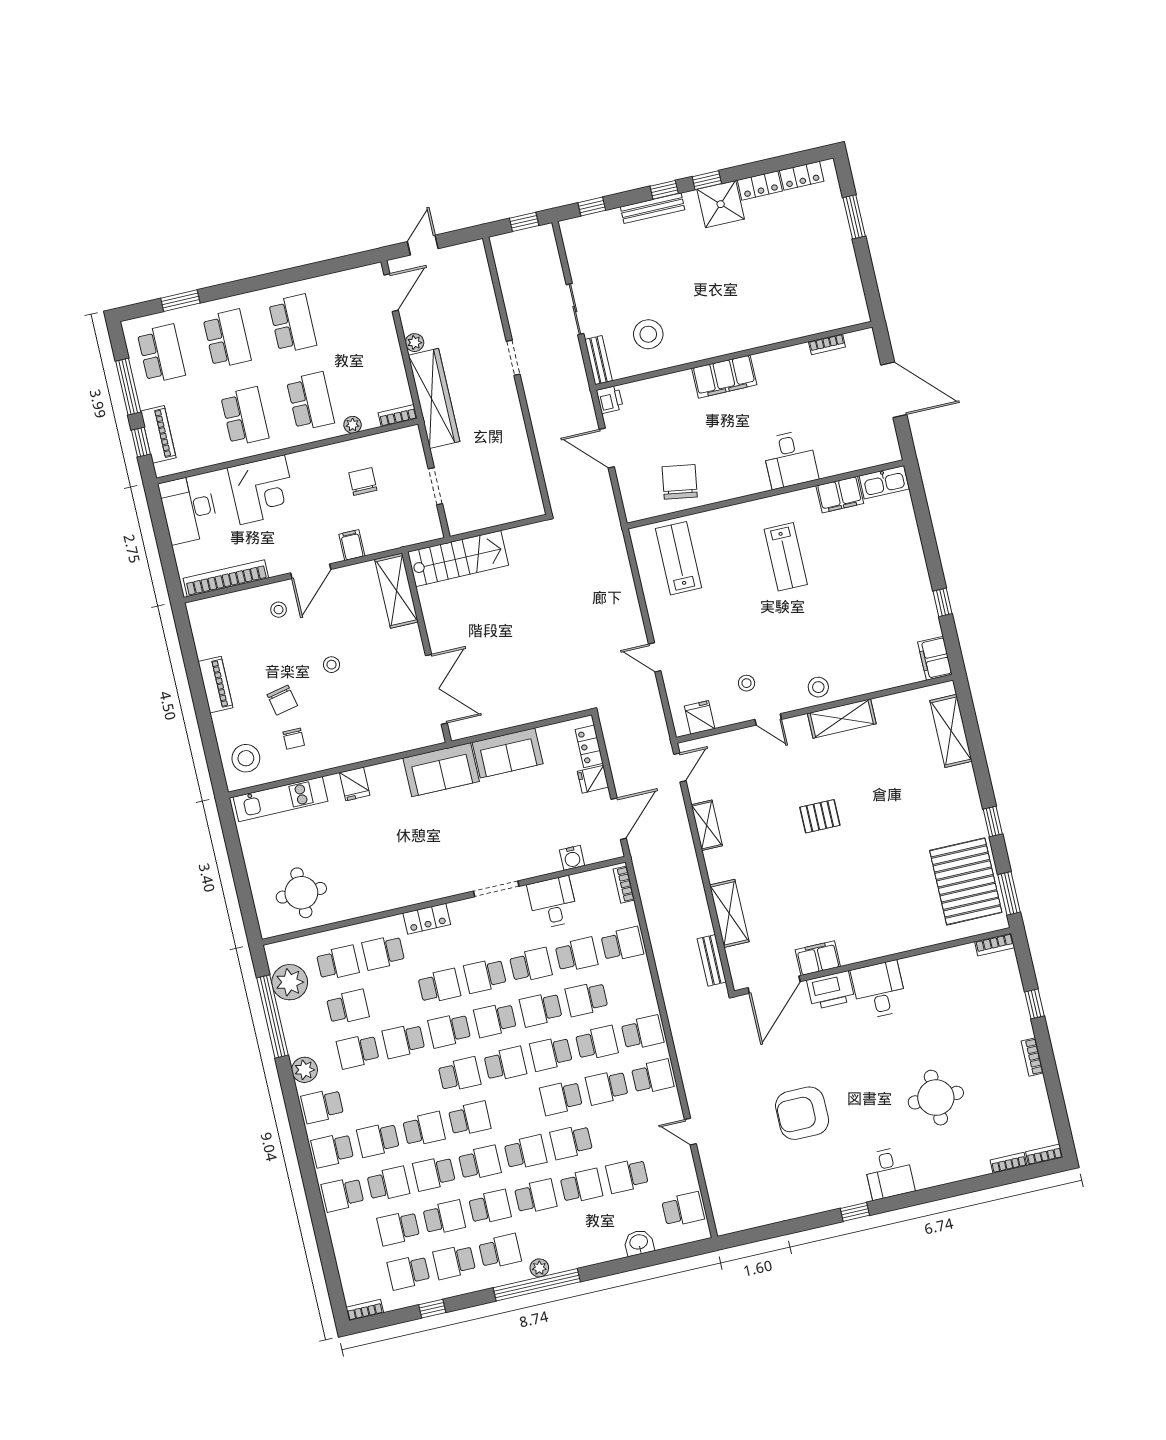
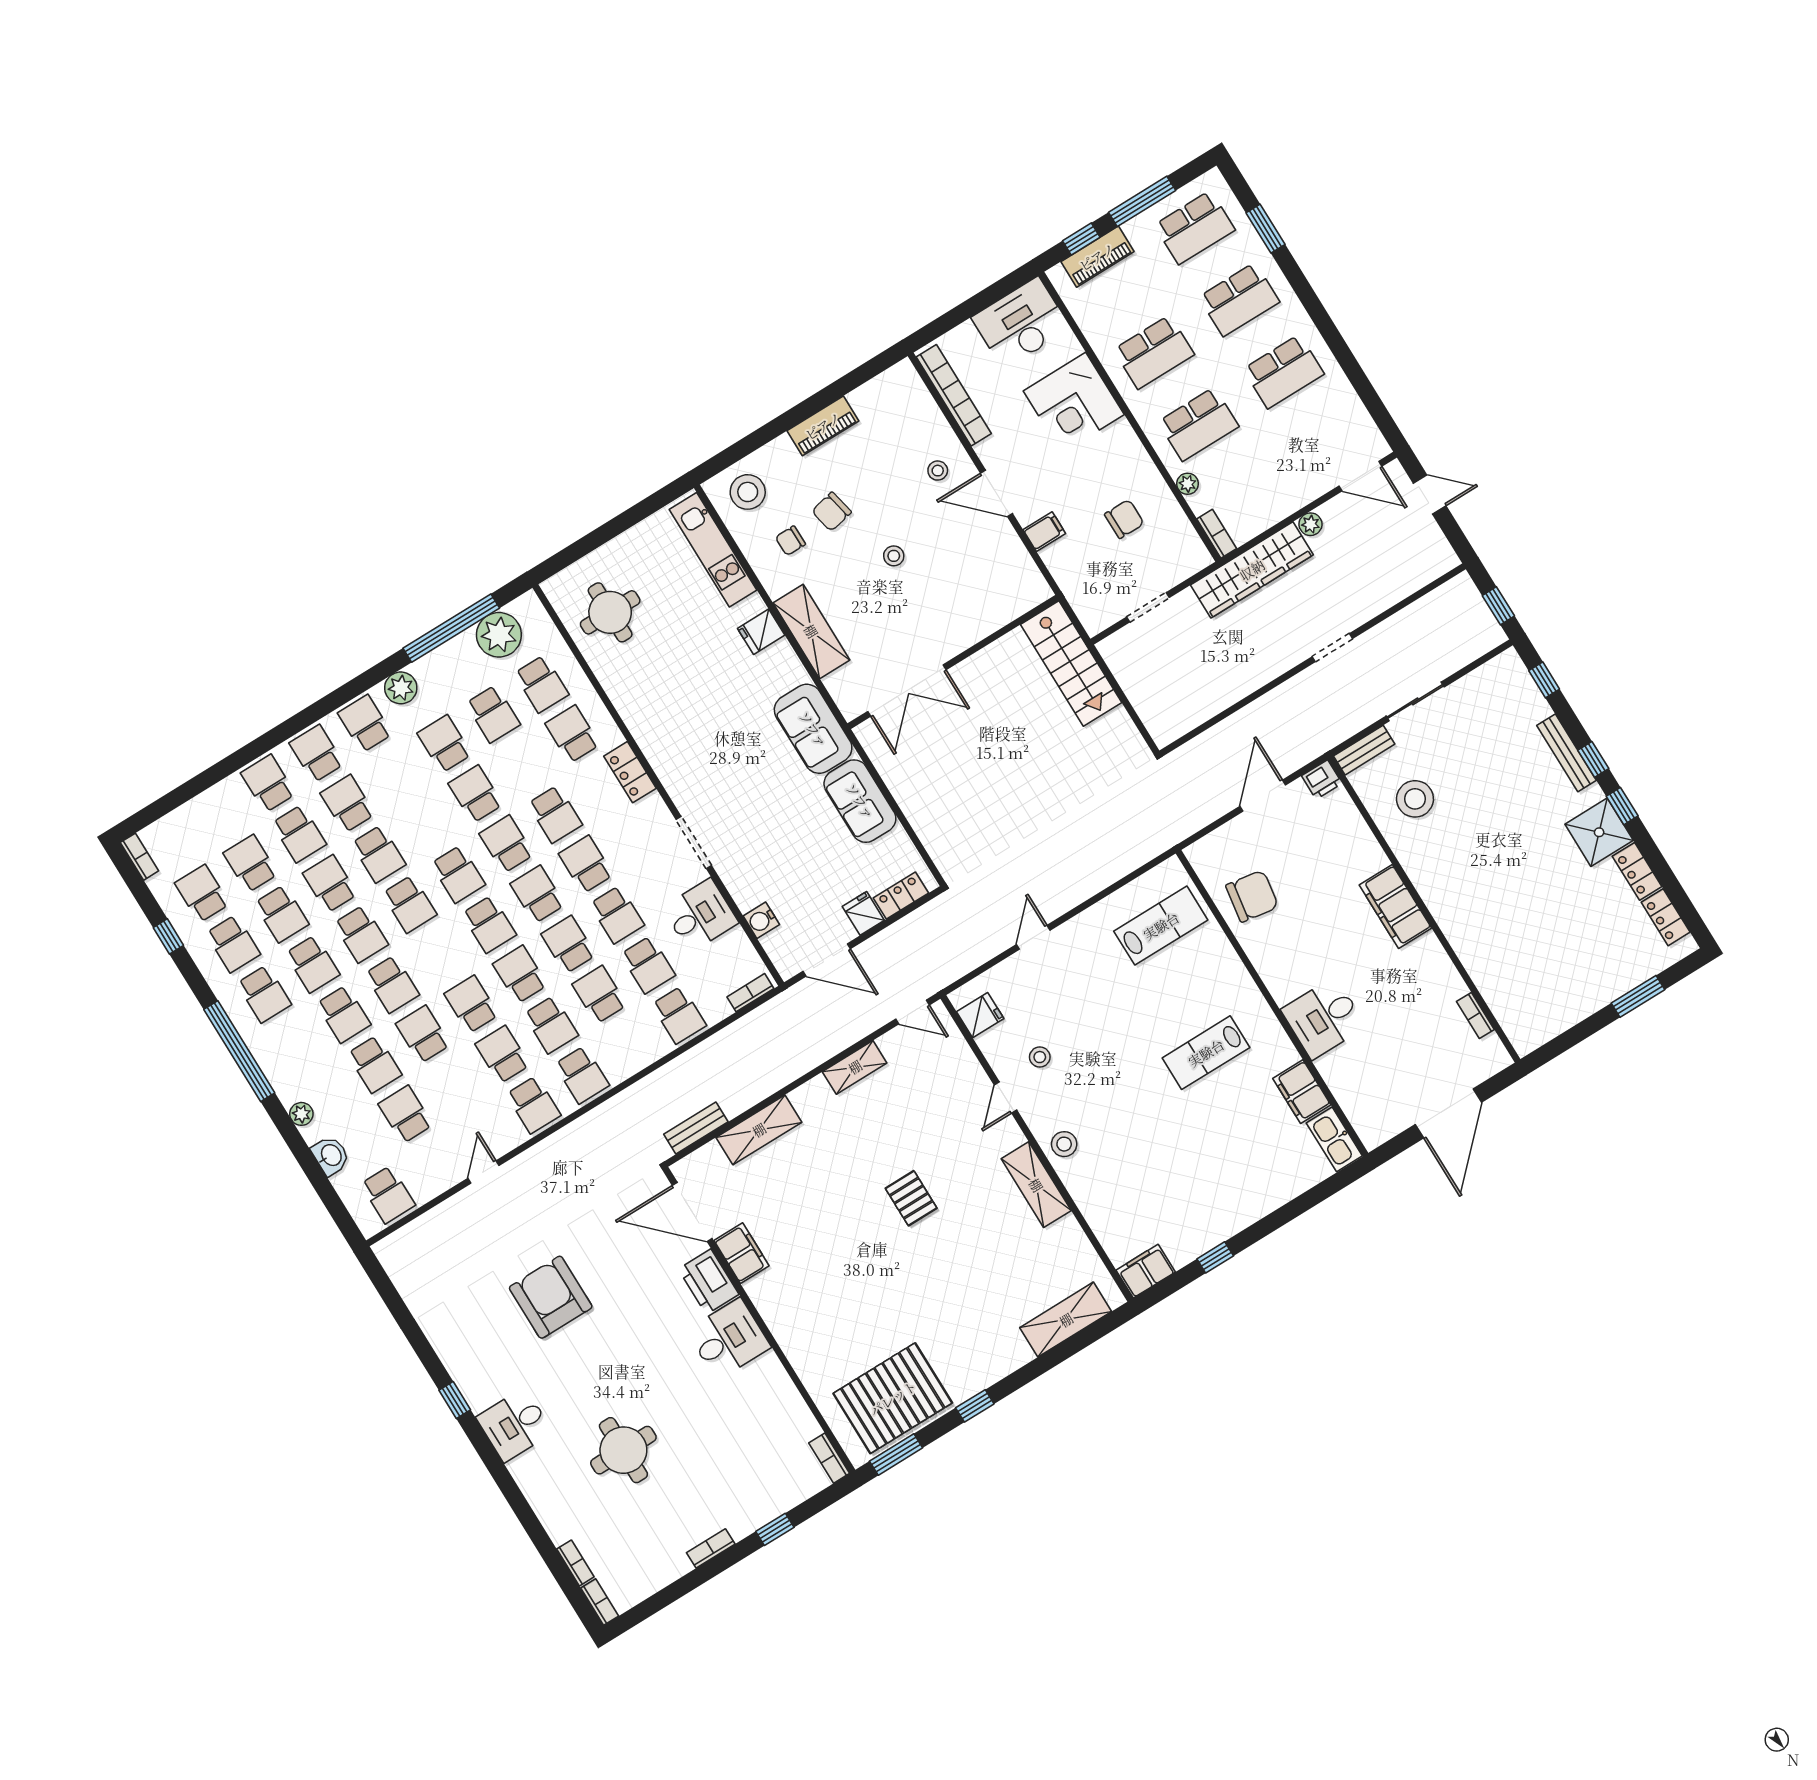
shelving: (396, 591) -> (811, 631), moved, turned 90
school desk: (454, 1262) -> (233, 944), turned 180
plant: (539, 1268) -> (301, 1114), moved

